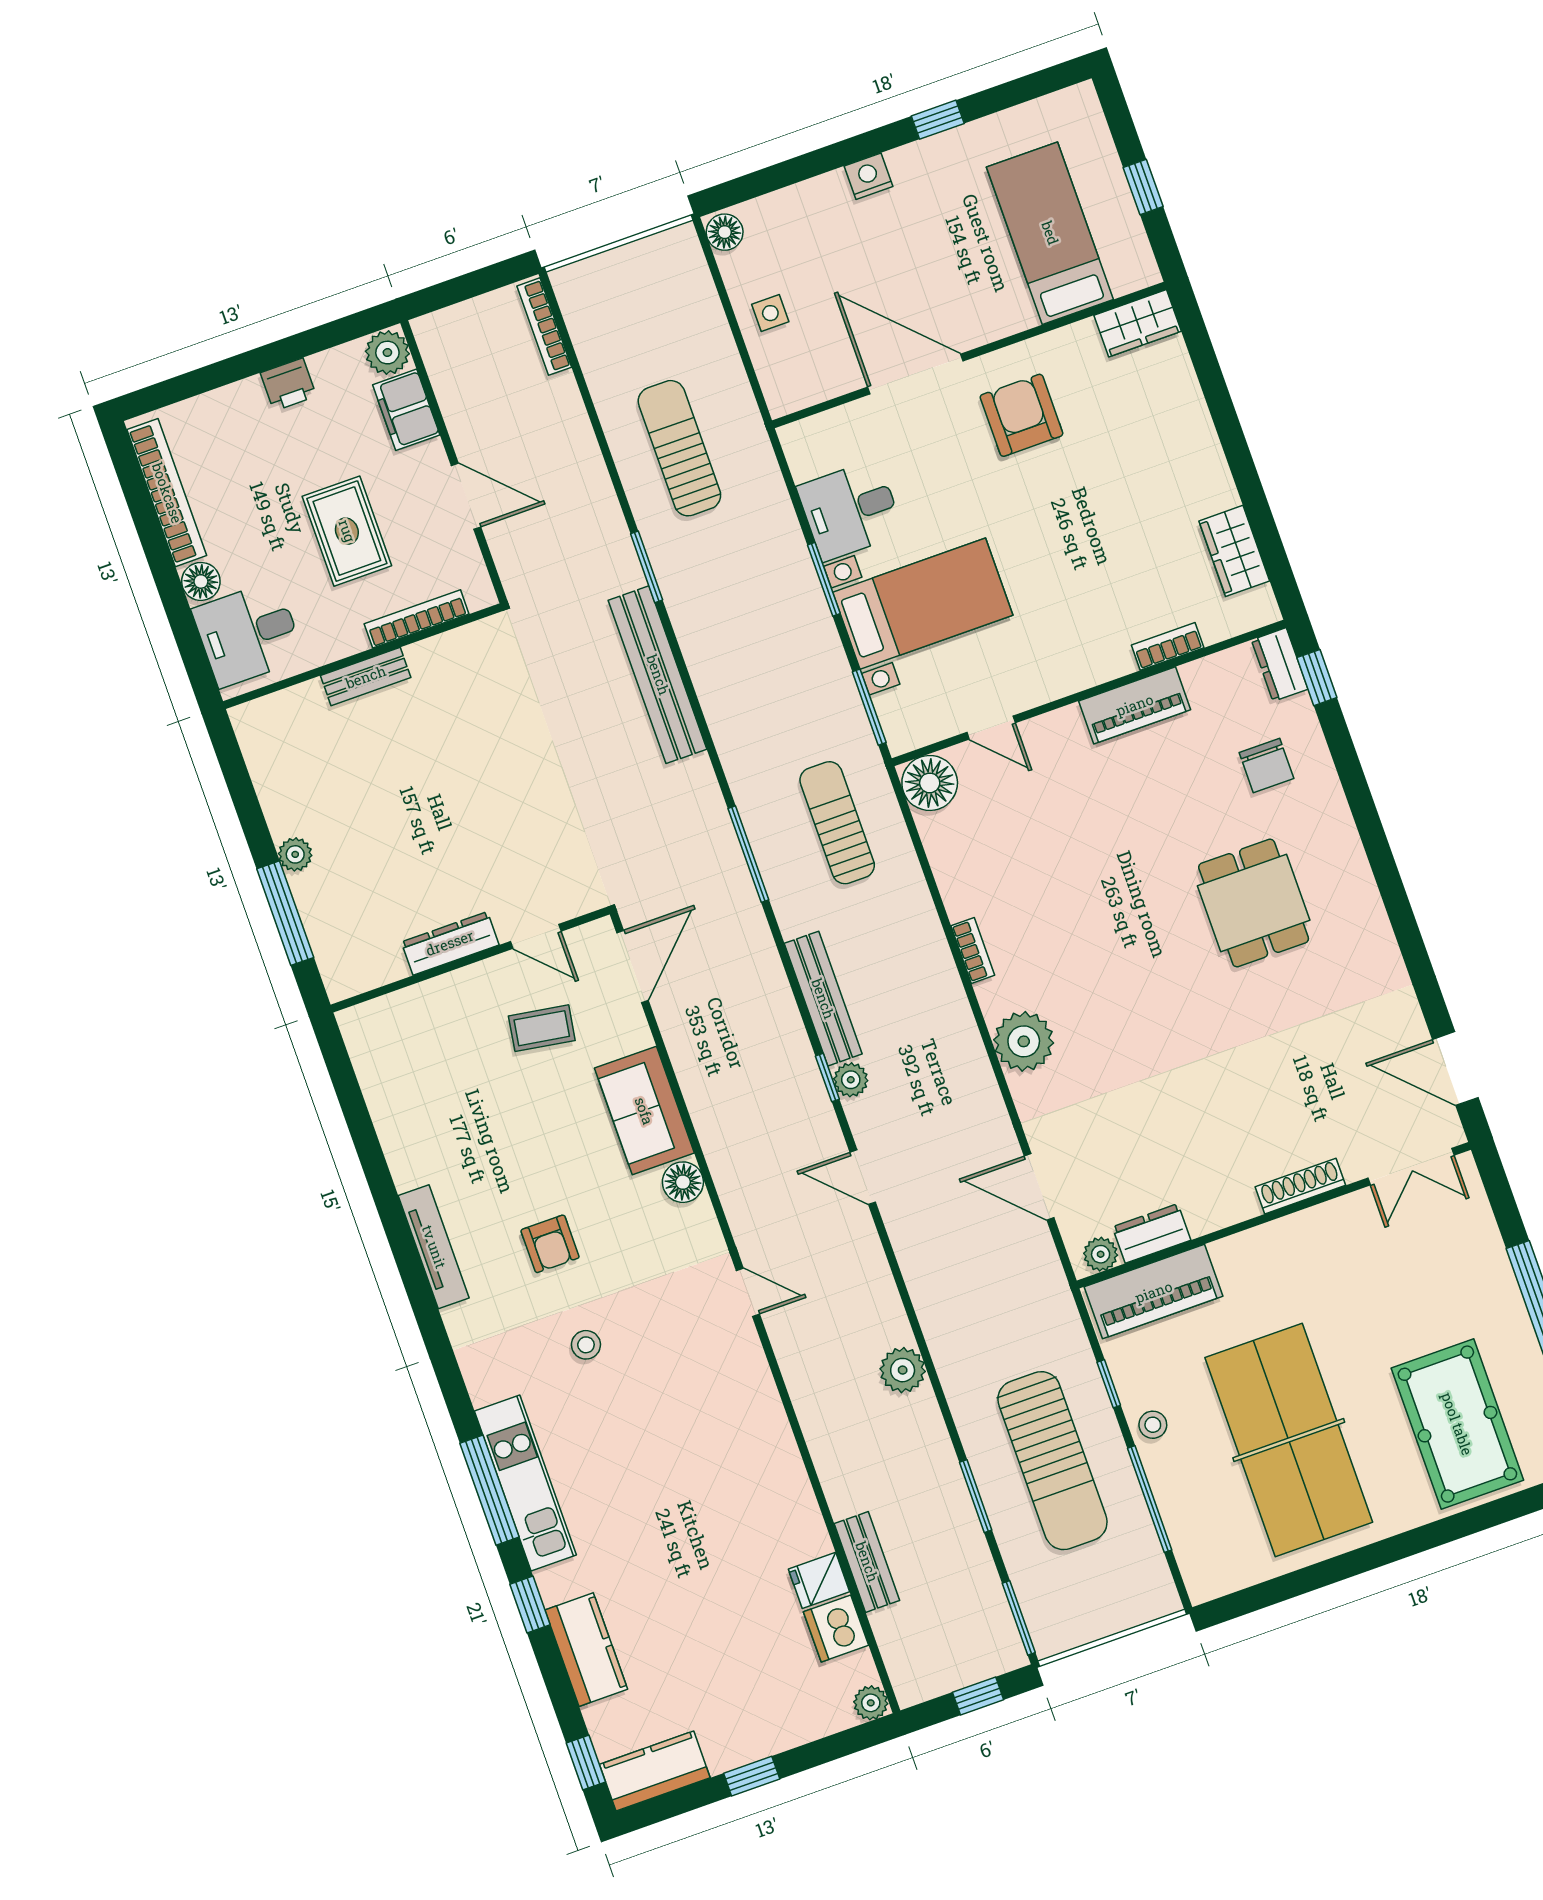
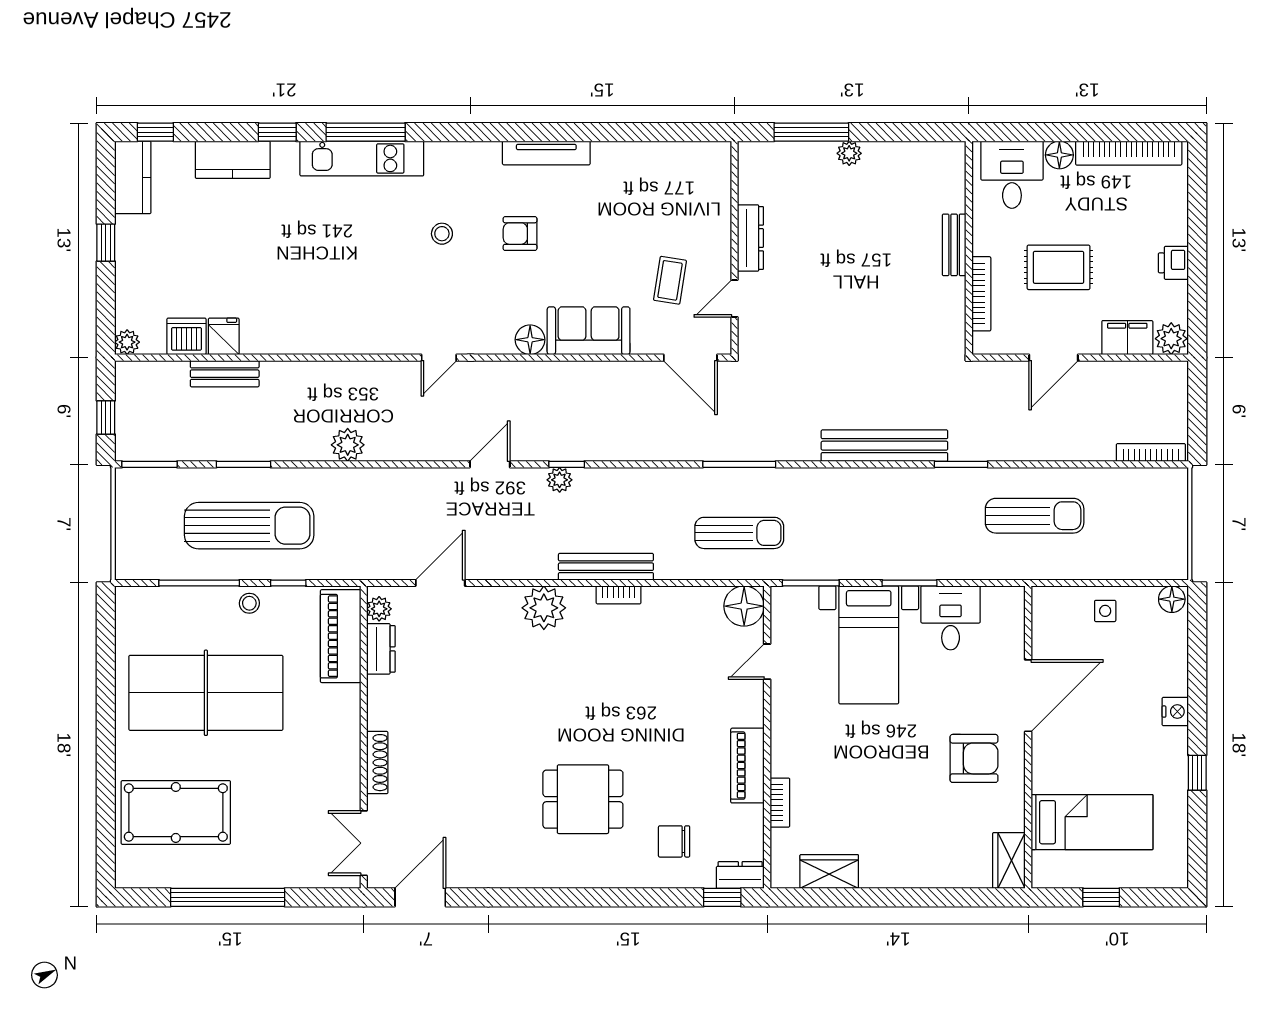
bench: (823, 999) -> (606, 567), moved
sun lounger: (1052, 1461) -> (249, 526), turned 180

